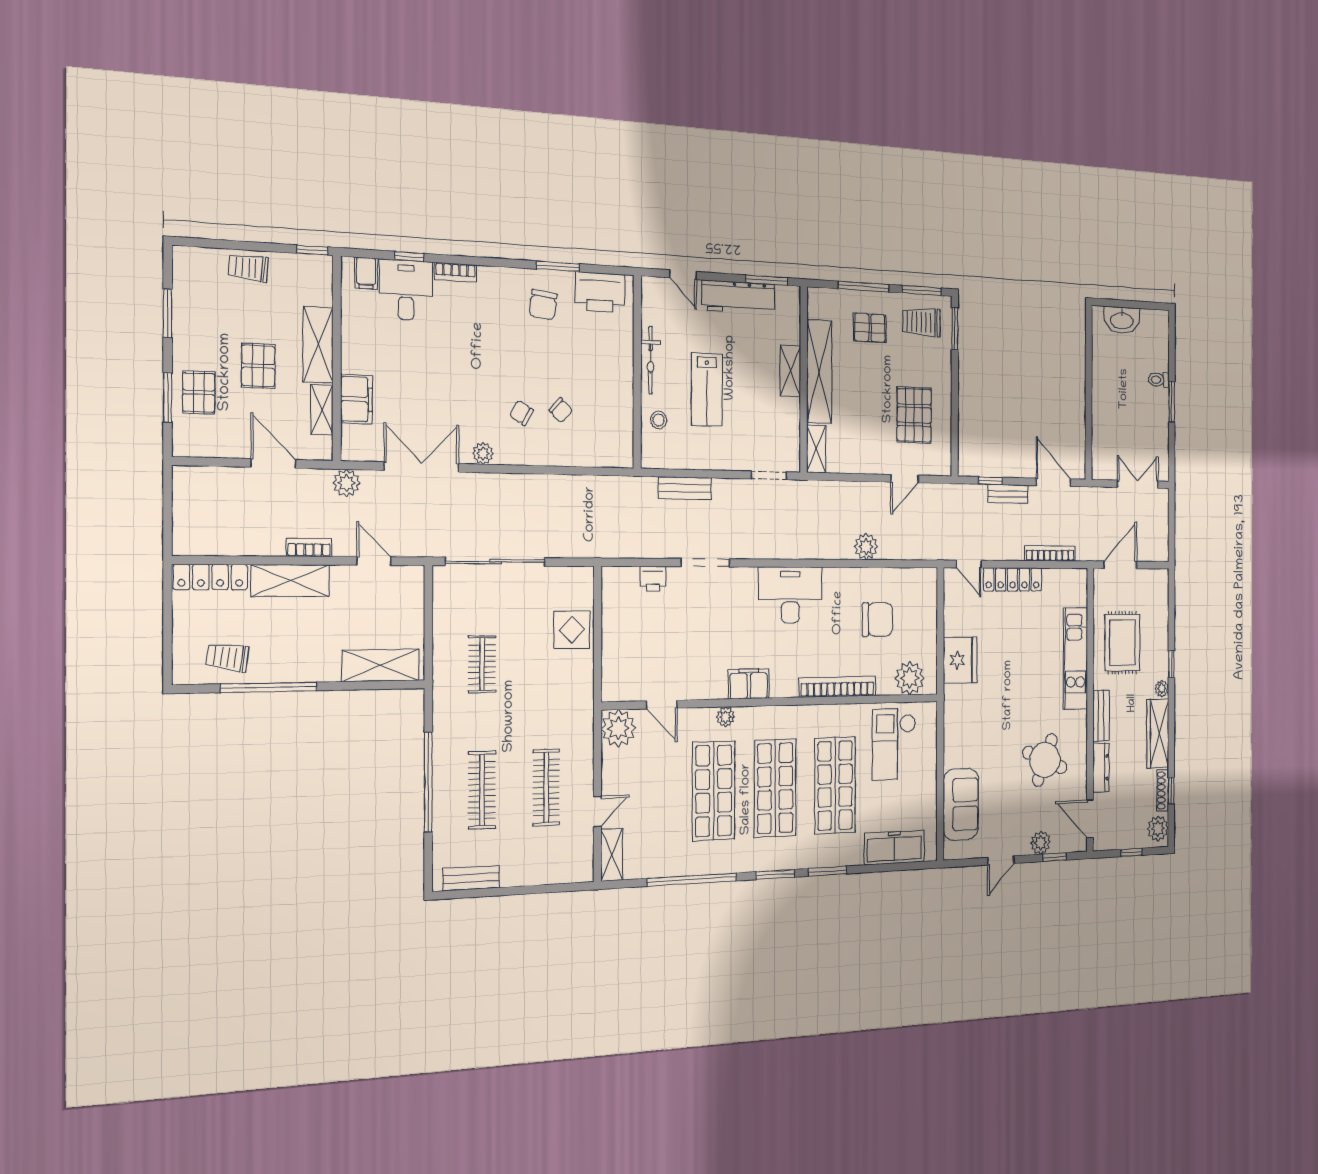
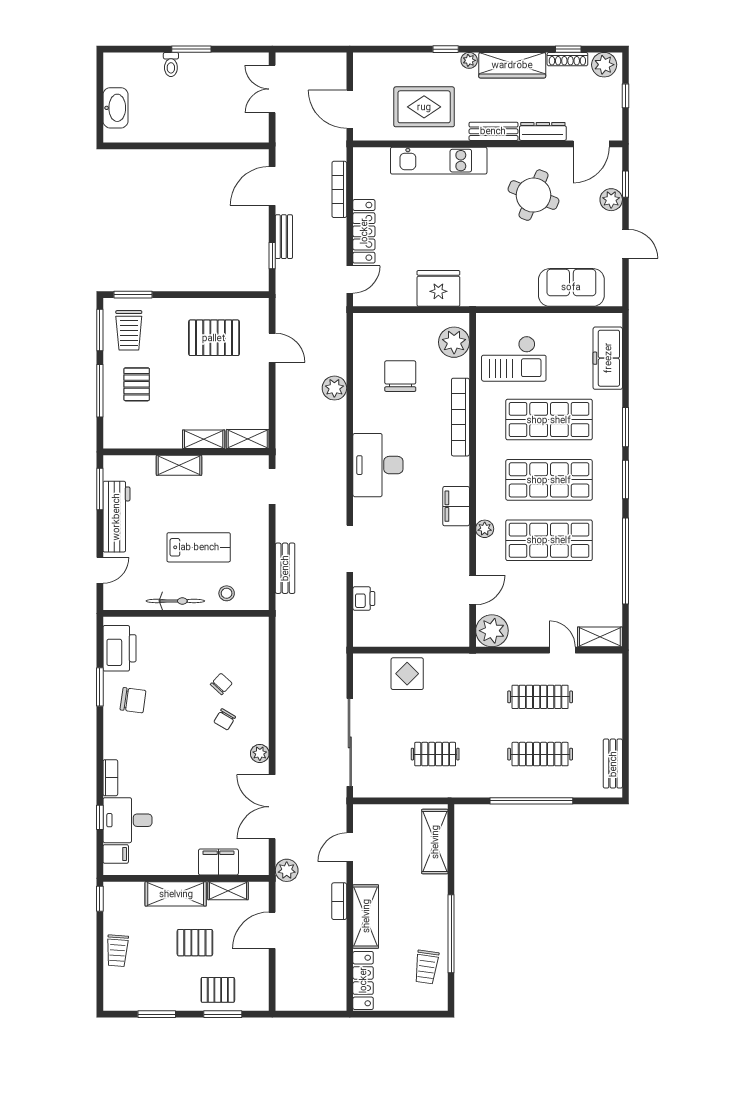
shelving: (819, 372) -> (204, 439), width x0.45, depth x0.75

